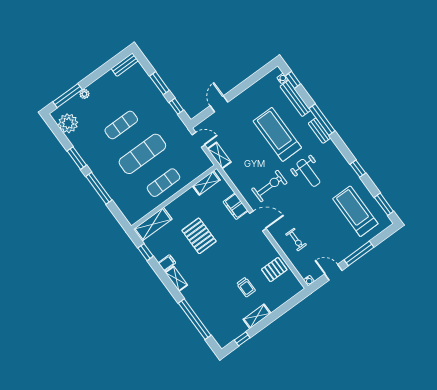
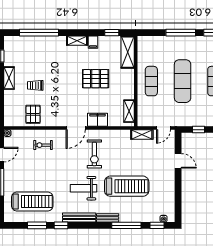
bench: (295, 98) -> (79, 217), moved
window: (322, 120) -> (126, 225), moved
window: (384, 204) -> (37, 225), moved

